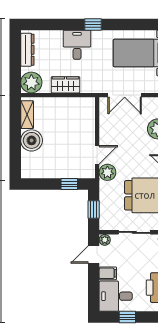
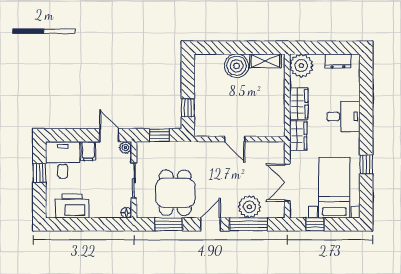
window: (93, 24) -> (366, 164), moved
dresser: (27, 50) -> (338, 61), width x0.70
wardrobe: (94, 85) -> (298, 136), added
double door: (125, 95) -> (287, 183), moved
door: (97, 155) -> (235, 139), moved
plant: (107, 172) -> (201, 151), removed

